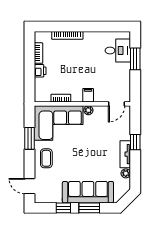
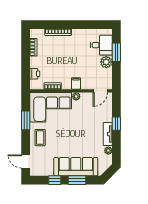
plant: (123, 70) -> (106, 62), added
printer: (40, 71) -> (35, 74), moved

